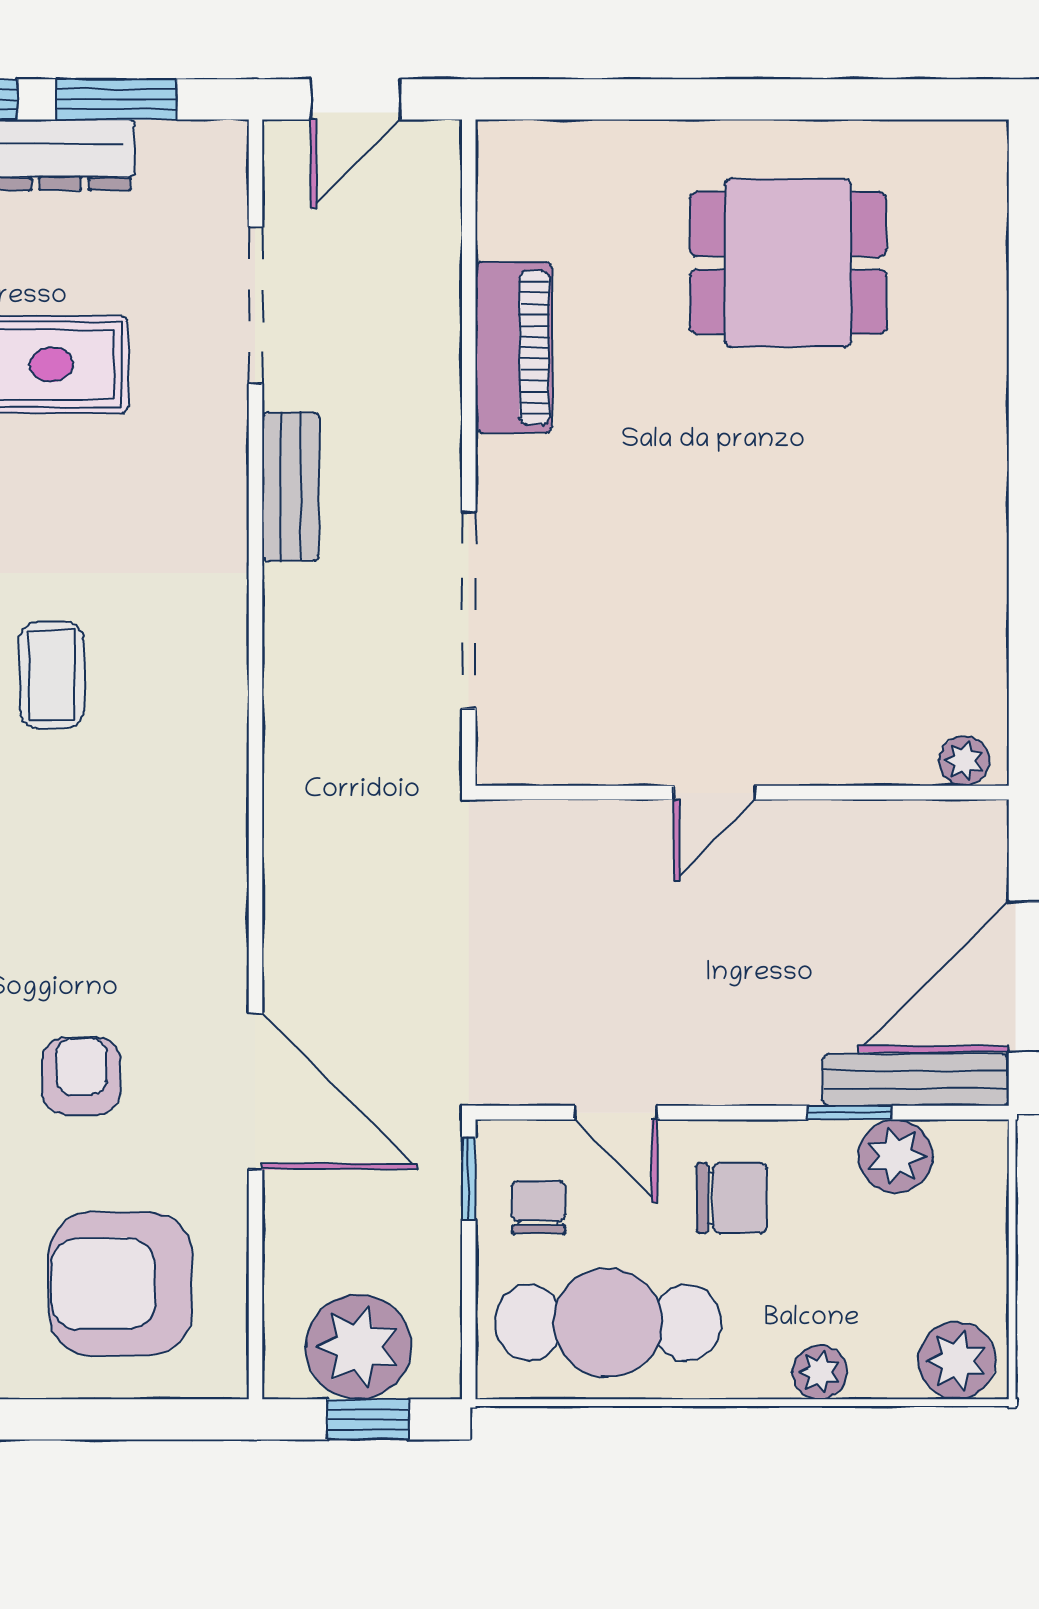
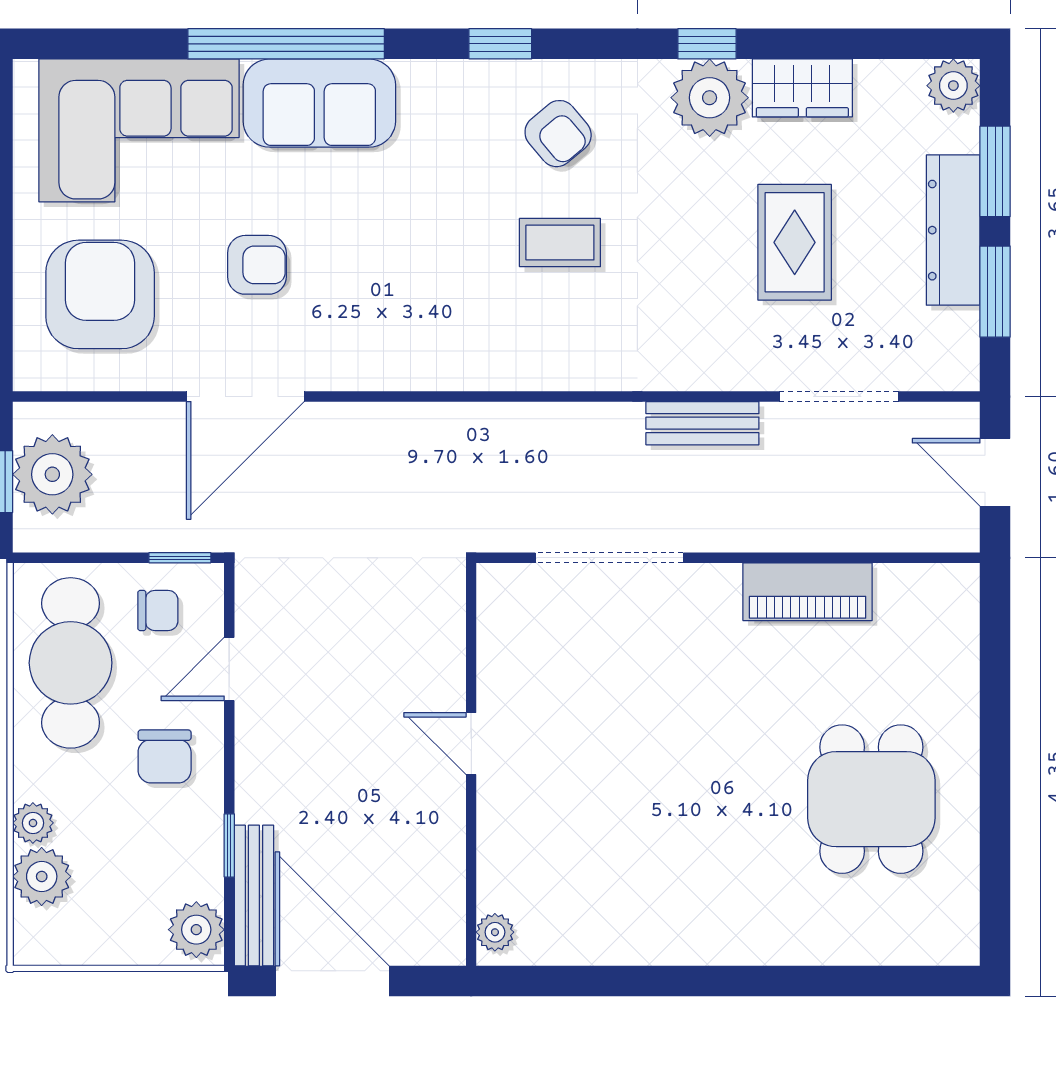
plant: (895, 1156) -> (196, 930), moved
plant: (957, 1361) -> (42, 876), moved

